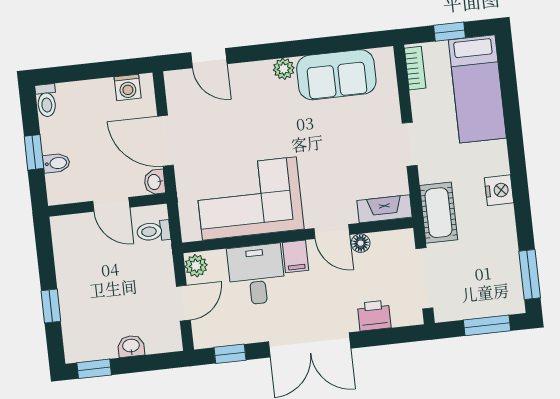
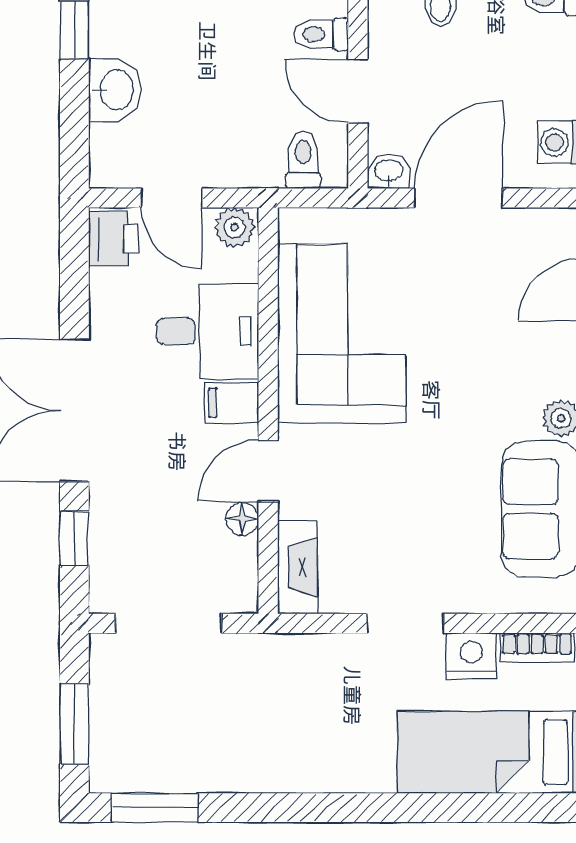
nightstand: (499, 190) -> (471, 656), moved, turned 180
door: (111, 204) -> (358, 91), hinge flipped
cot: (439, 213) -> (280, 661), removed
toilet: (81, 229) -> (321, 34), added
printer: (374, 316) -> (113, 239), moved
washbasin: (131, 346) -> (115, 90), width x1.38, depth x1.45
window: (230, 354) -> (74, 538), moved

